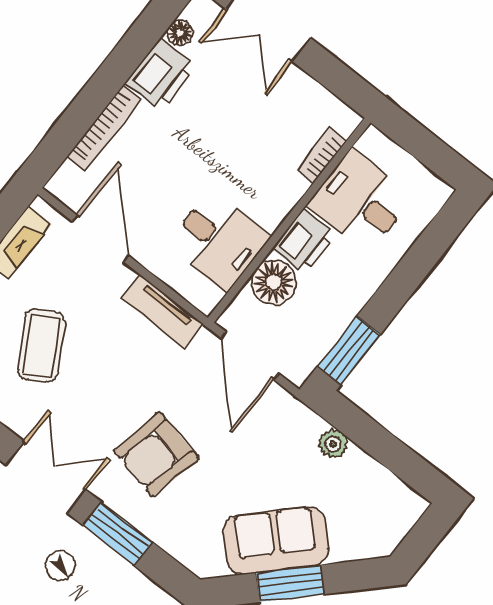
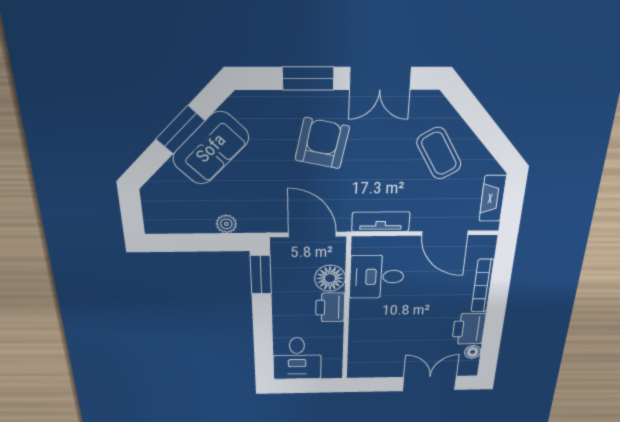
bookcase: (322, 155) -> (355, 349), removed
desk: (360, 201) -> (297, 359), moved, turned 90

